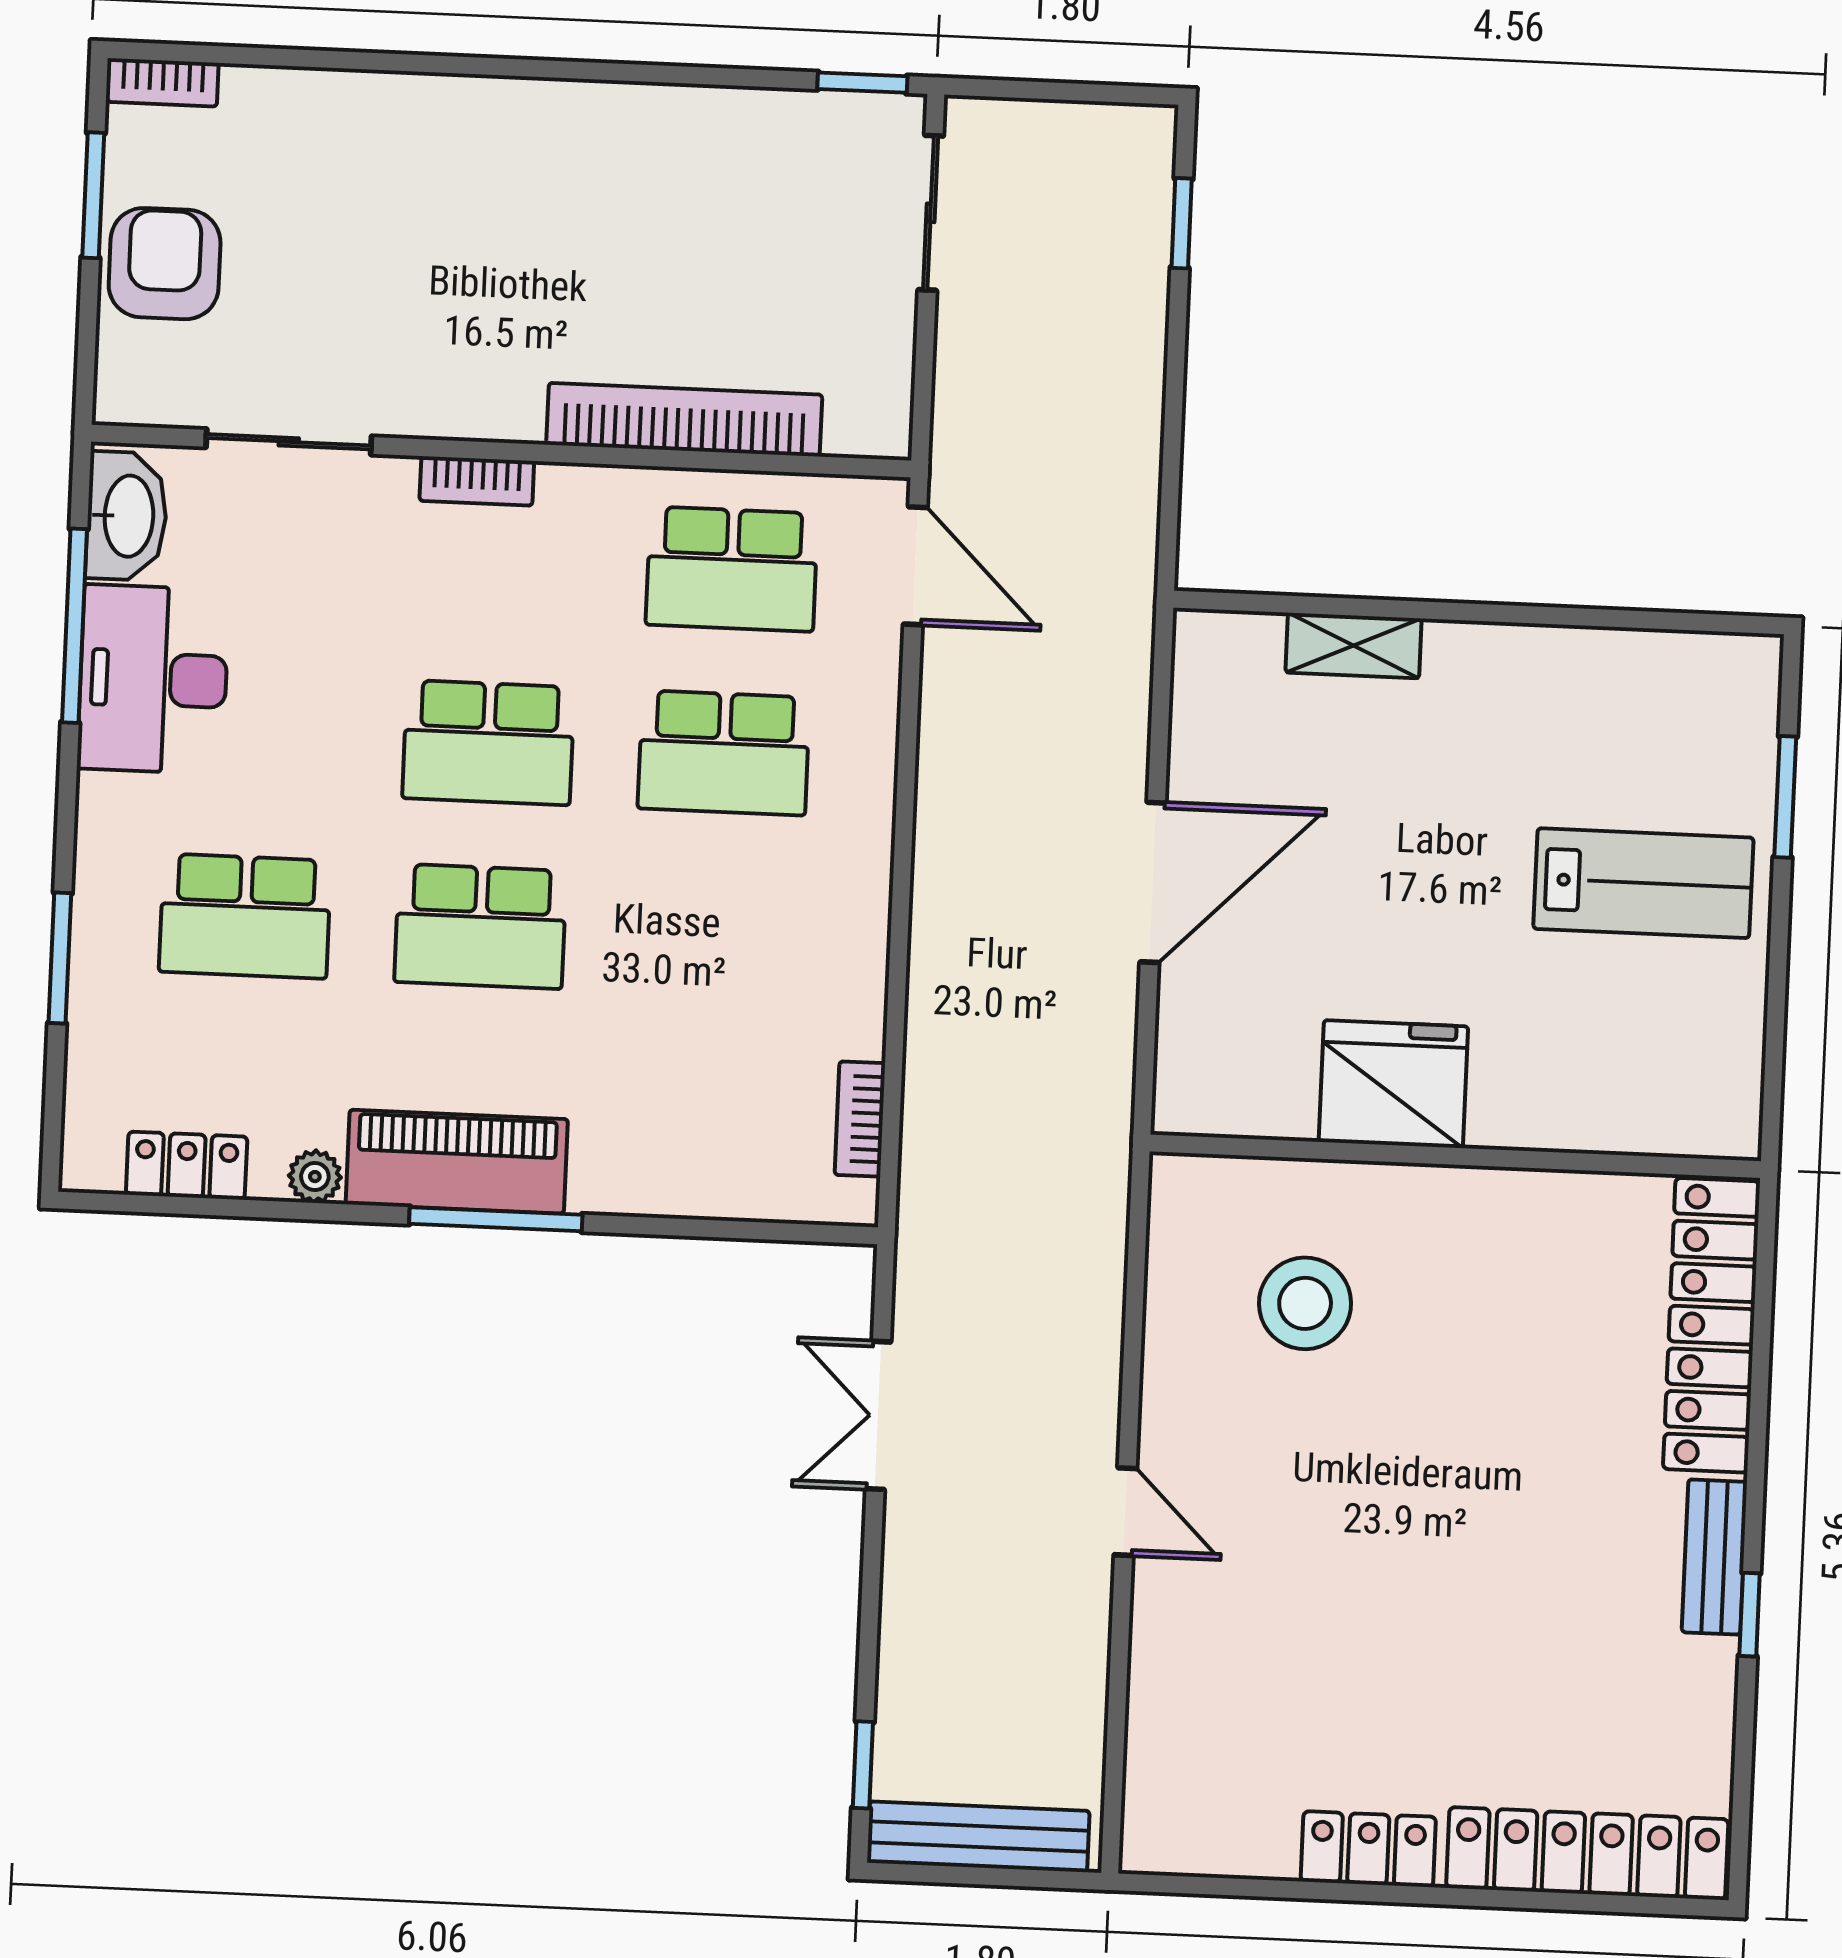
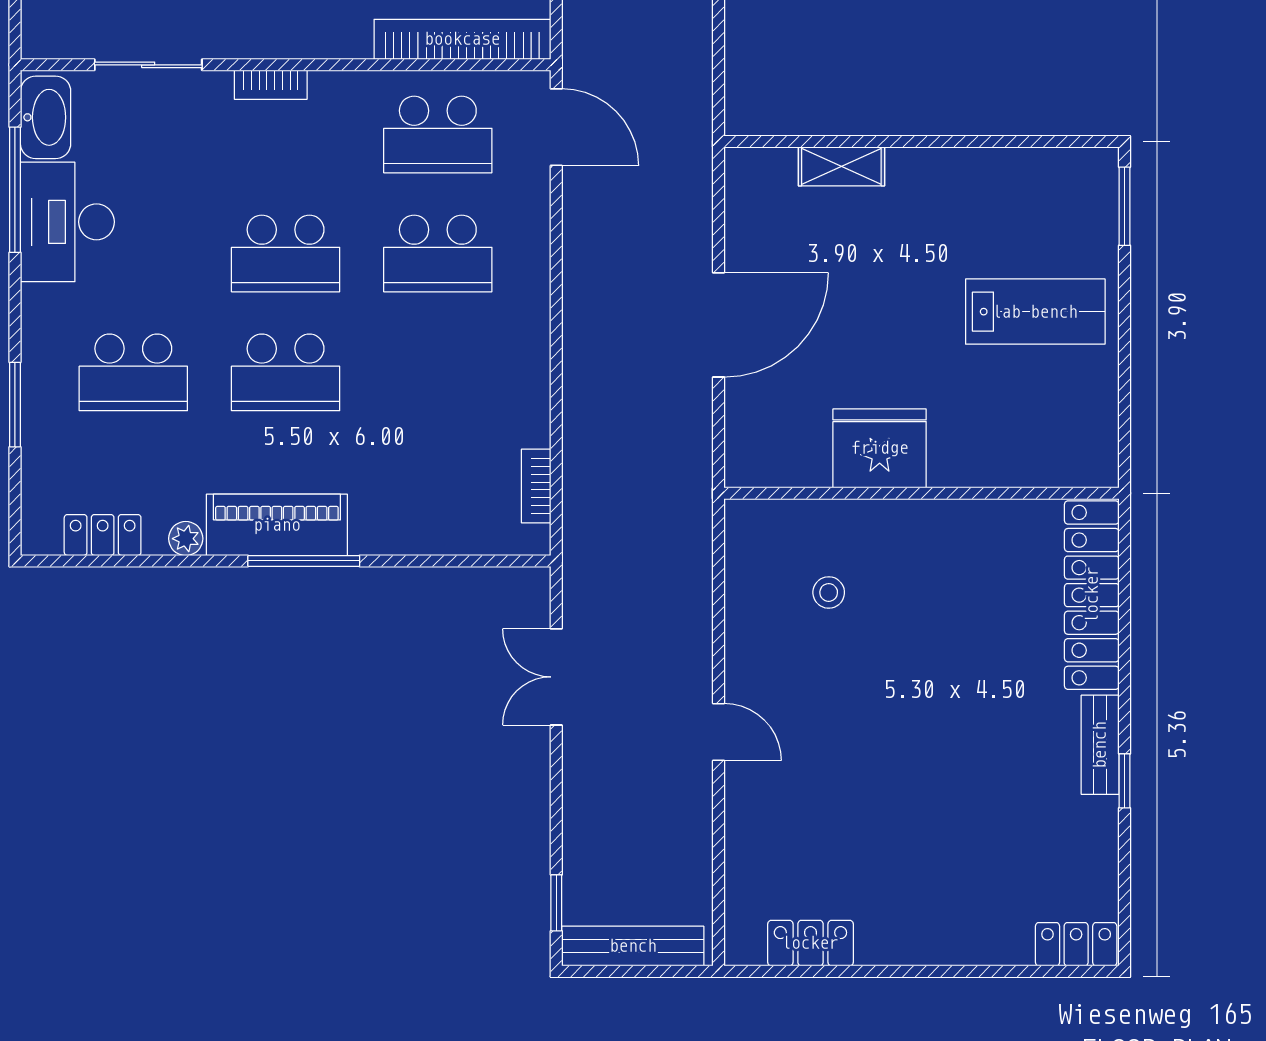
bookcase: (684, 420) -> (462, 39), moved
window: (1785, 797) -> (1124, 206), moved
stool: (1305, 1303) -> (829, 592), width x0.53, depth x0.53
locker: (1368, 1849) -> (810, 943), moved
locker: (1587, 1853) -> (1076, 944), width x0.46, depth x0.83

